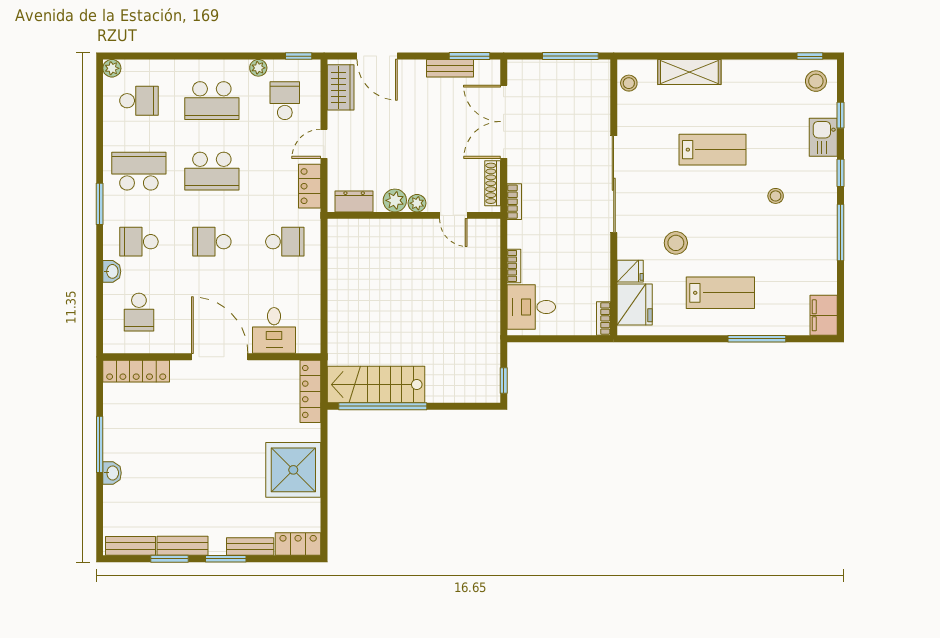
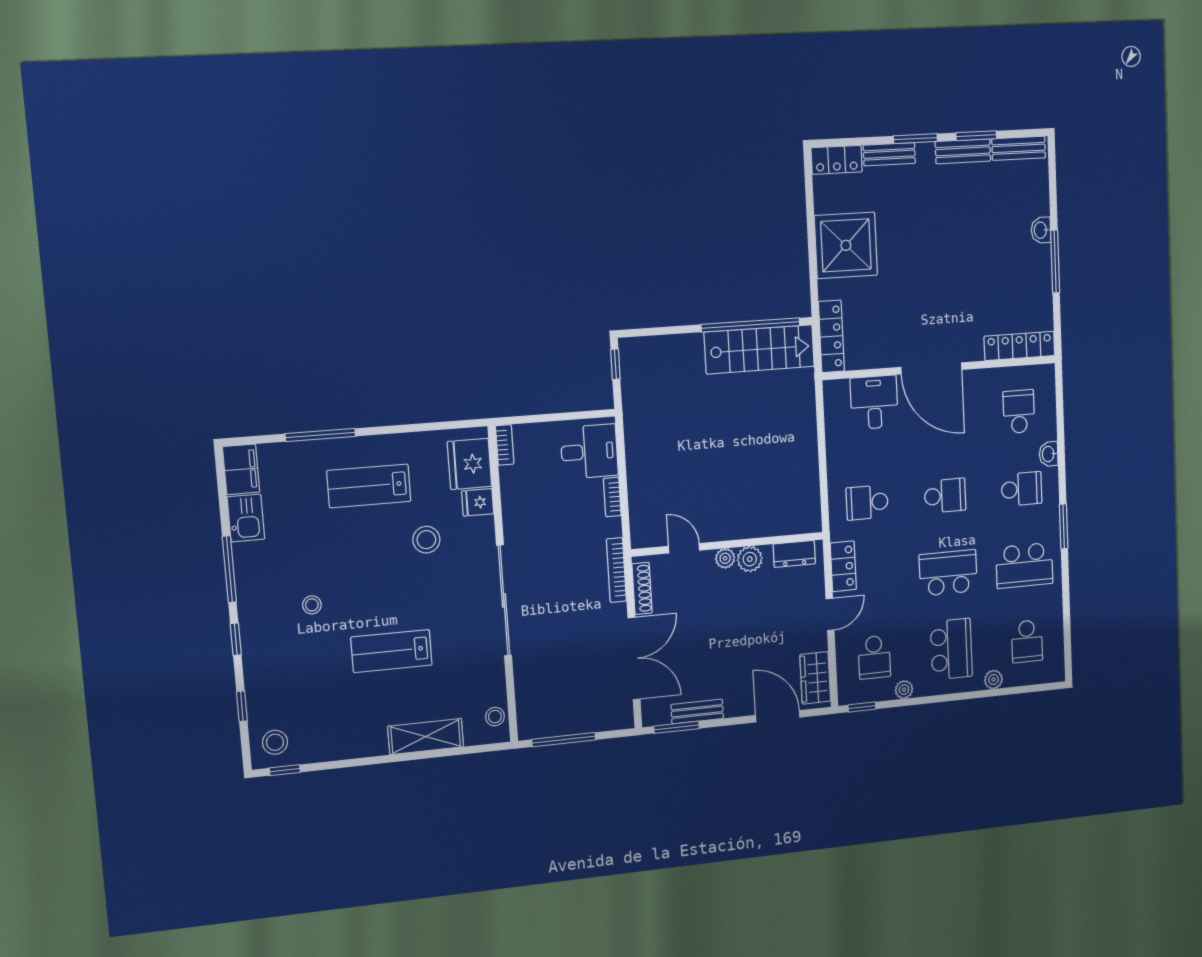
plant: (112, 68) -> (993, 680), moved
school desk: (139, 101) -> (1027, 641), turned -90
school desk: (212, 101) -> (951, 649), turned 90
kitchen sink: (823, 137) -> (246, 518), moved
bookcase: (514, 202) -> (616, 570), width x1.56

